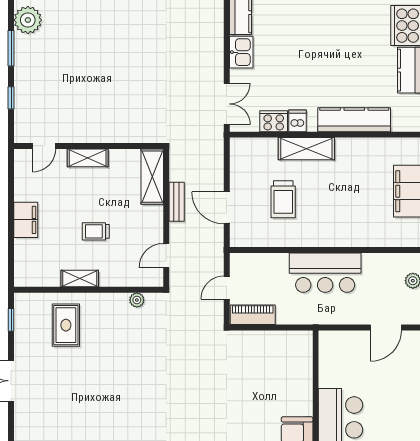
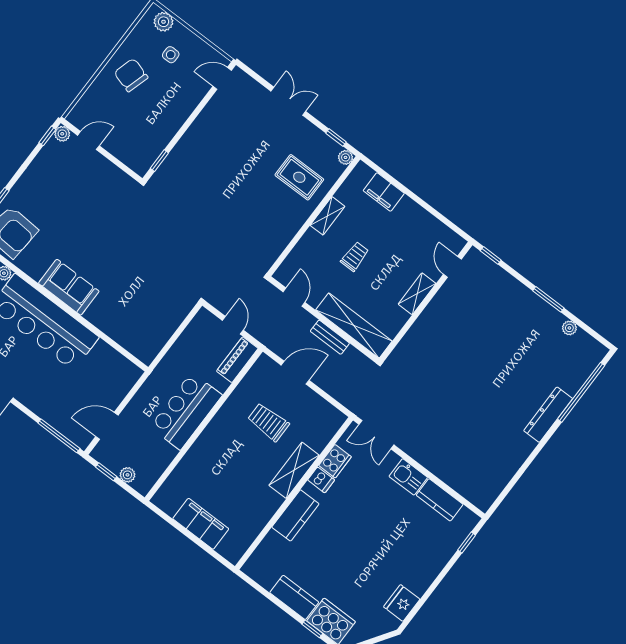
plant: (28, 20) -> (569, 328), width x0.53, depth x0.53
window: (11, 98) -> (491, 255), moved
kitchen counter: (354, 120) -> (295, 515), width x0.67
shelving: (152, 177) -> (354, 326), width x1.47
filing cabinet: (26, 220) -> (384, 192), moved
plant: (137, 300) -> (346, 157), moved
piano: (253, 315) -> (237, 360), moved, turned 180
door: (386, 328) -> (107, 426), hinge flipped

